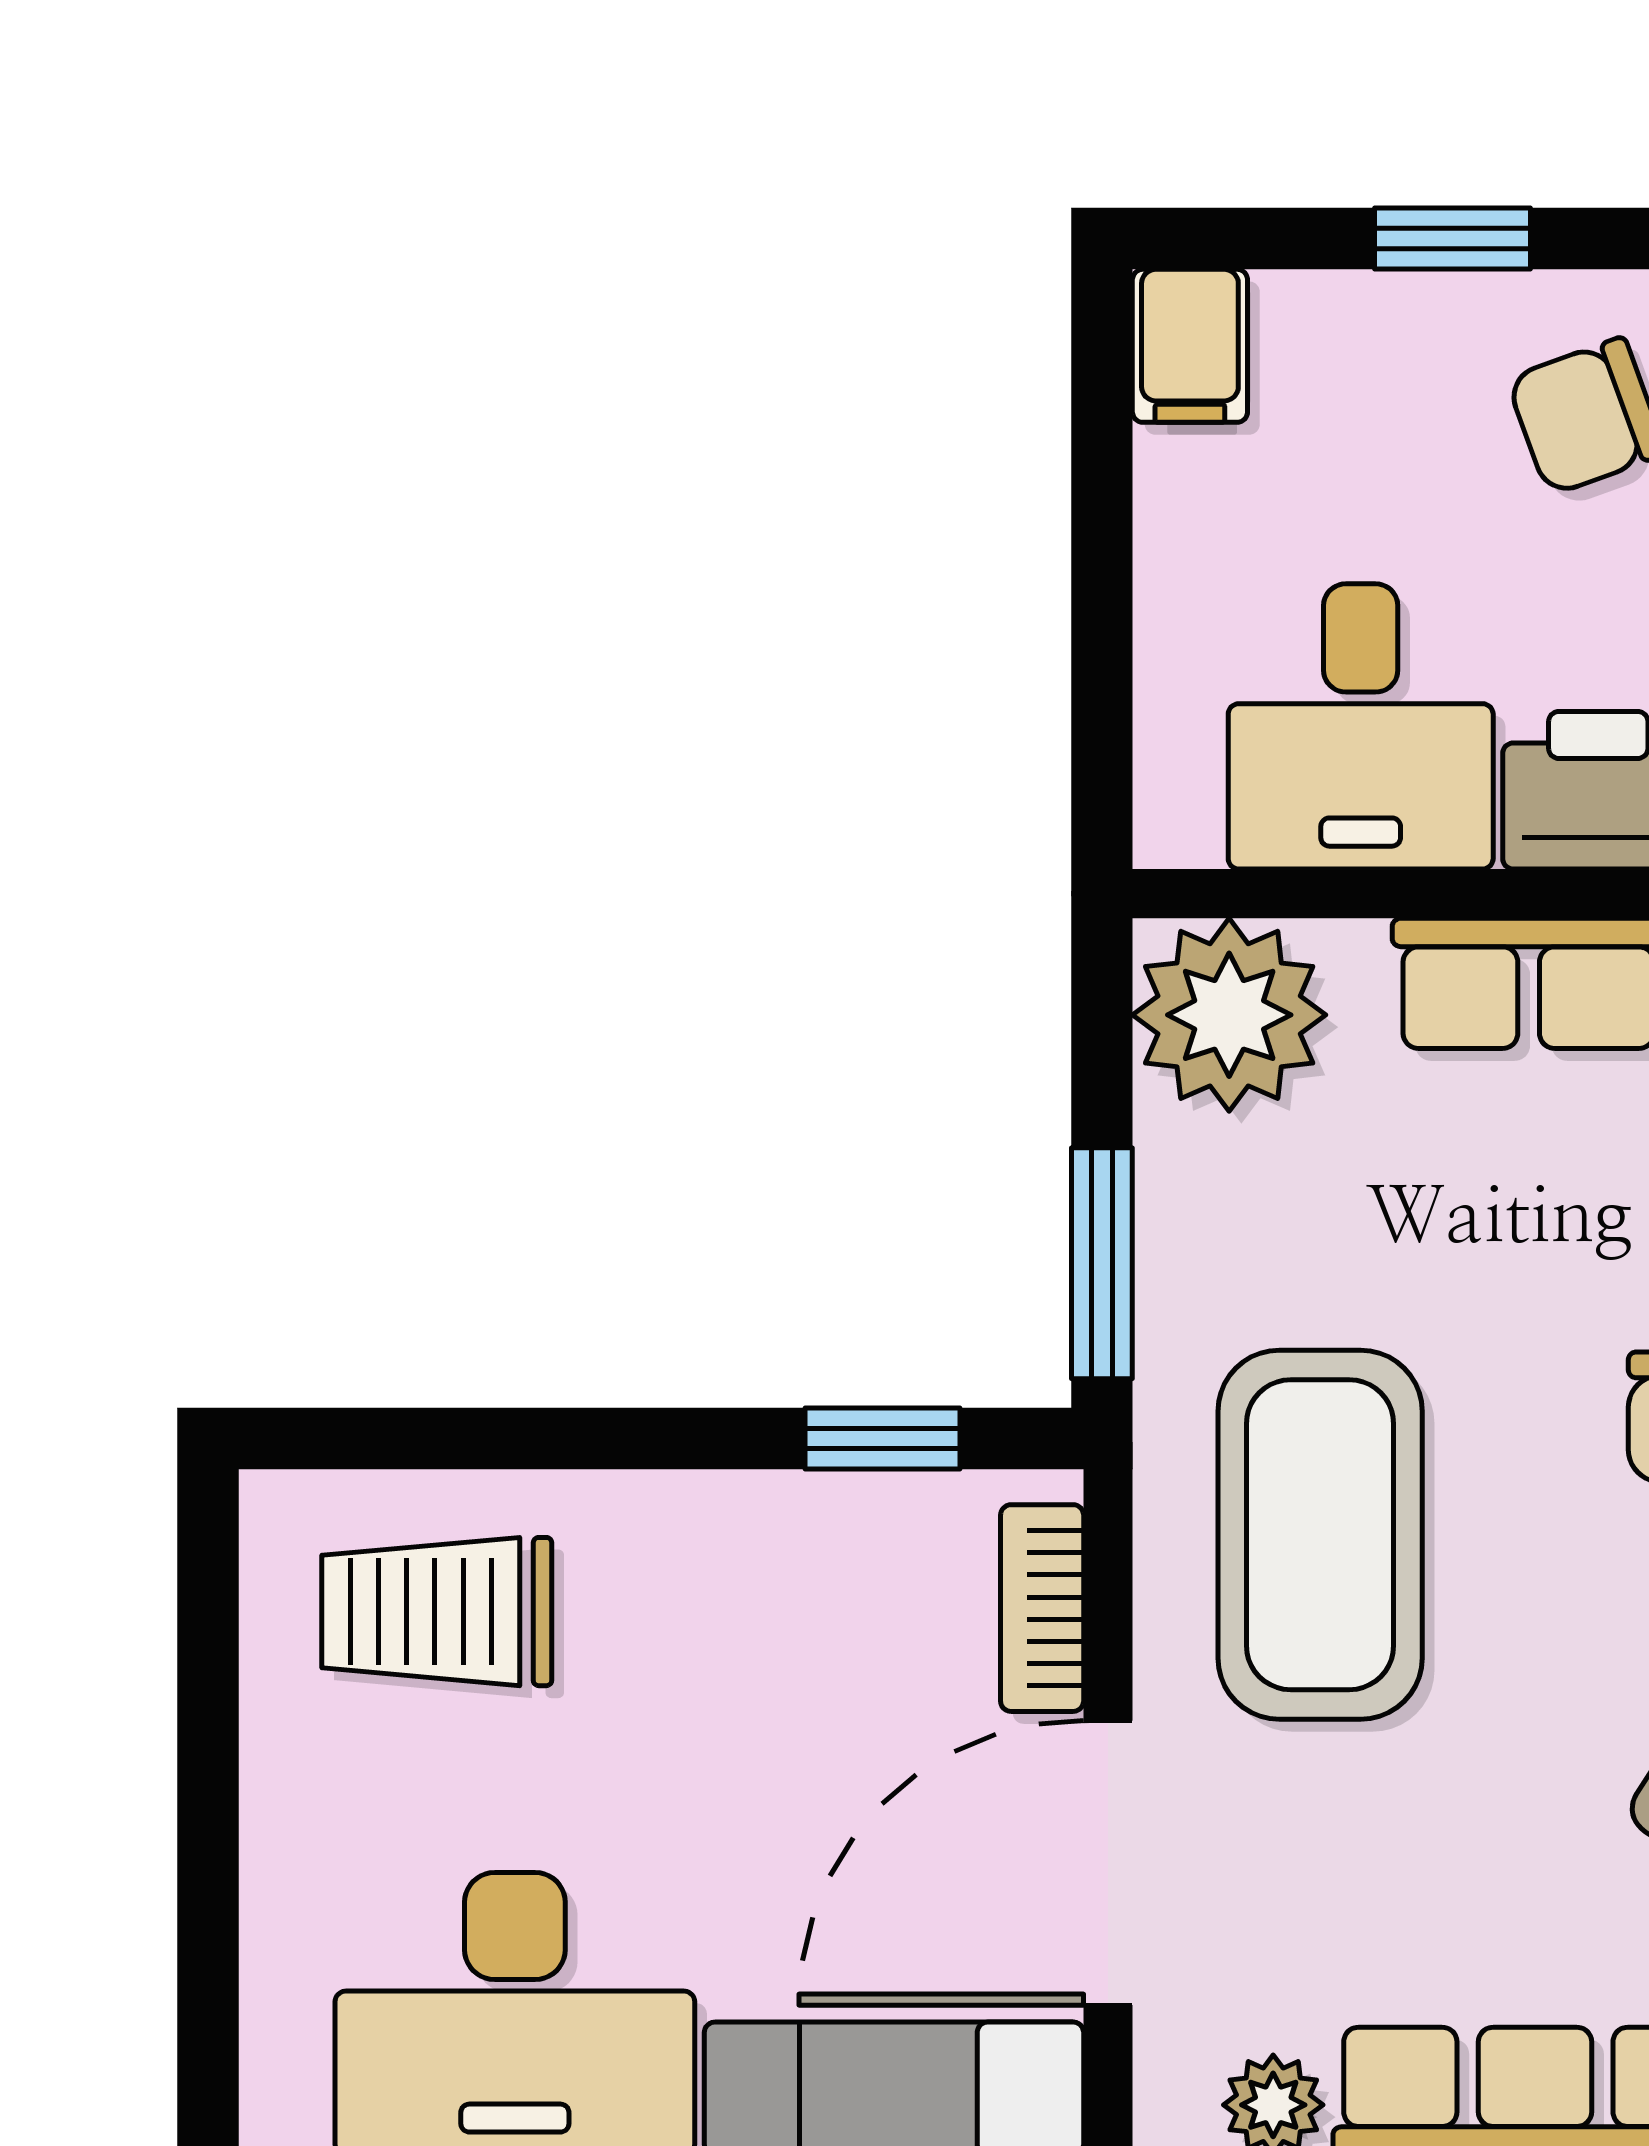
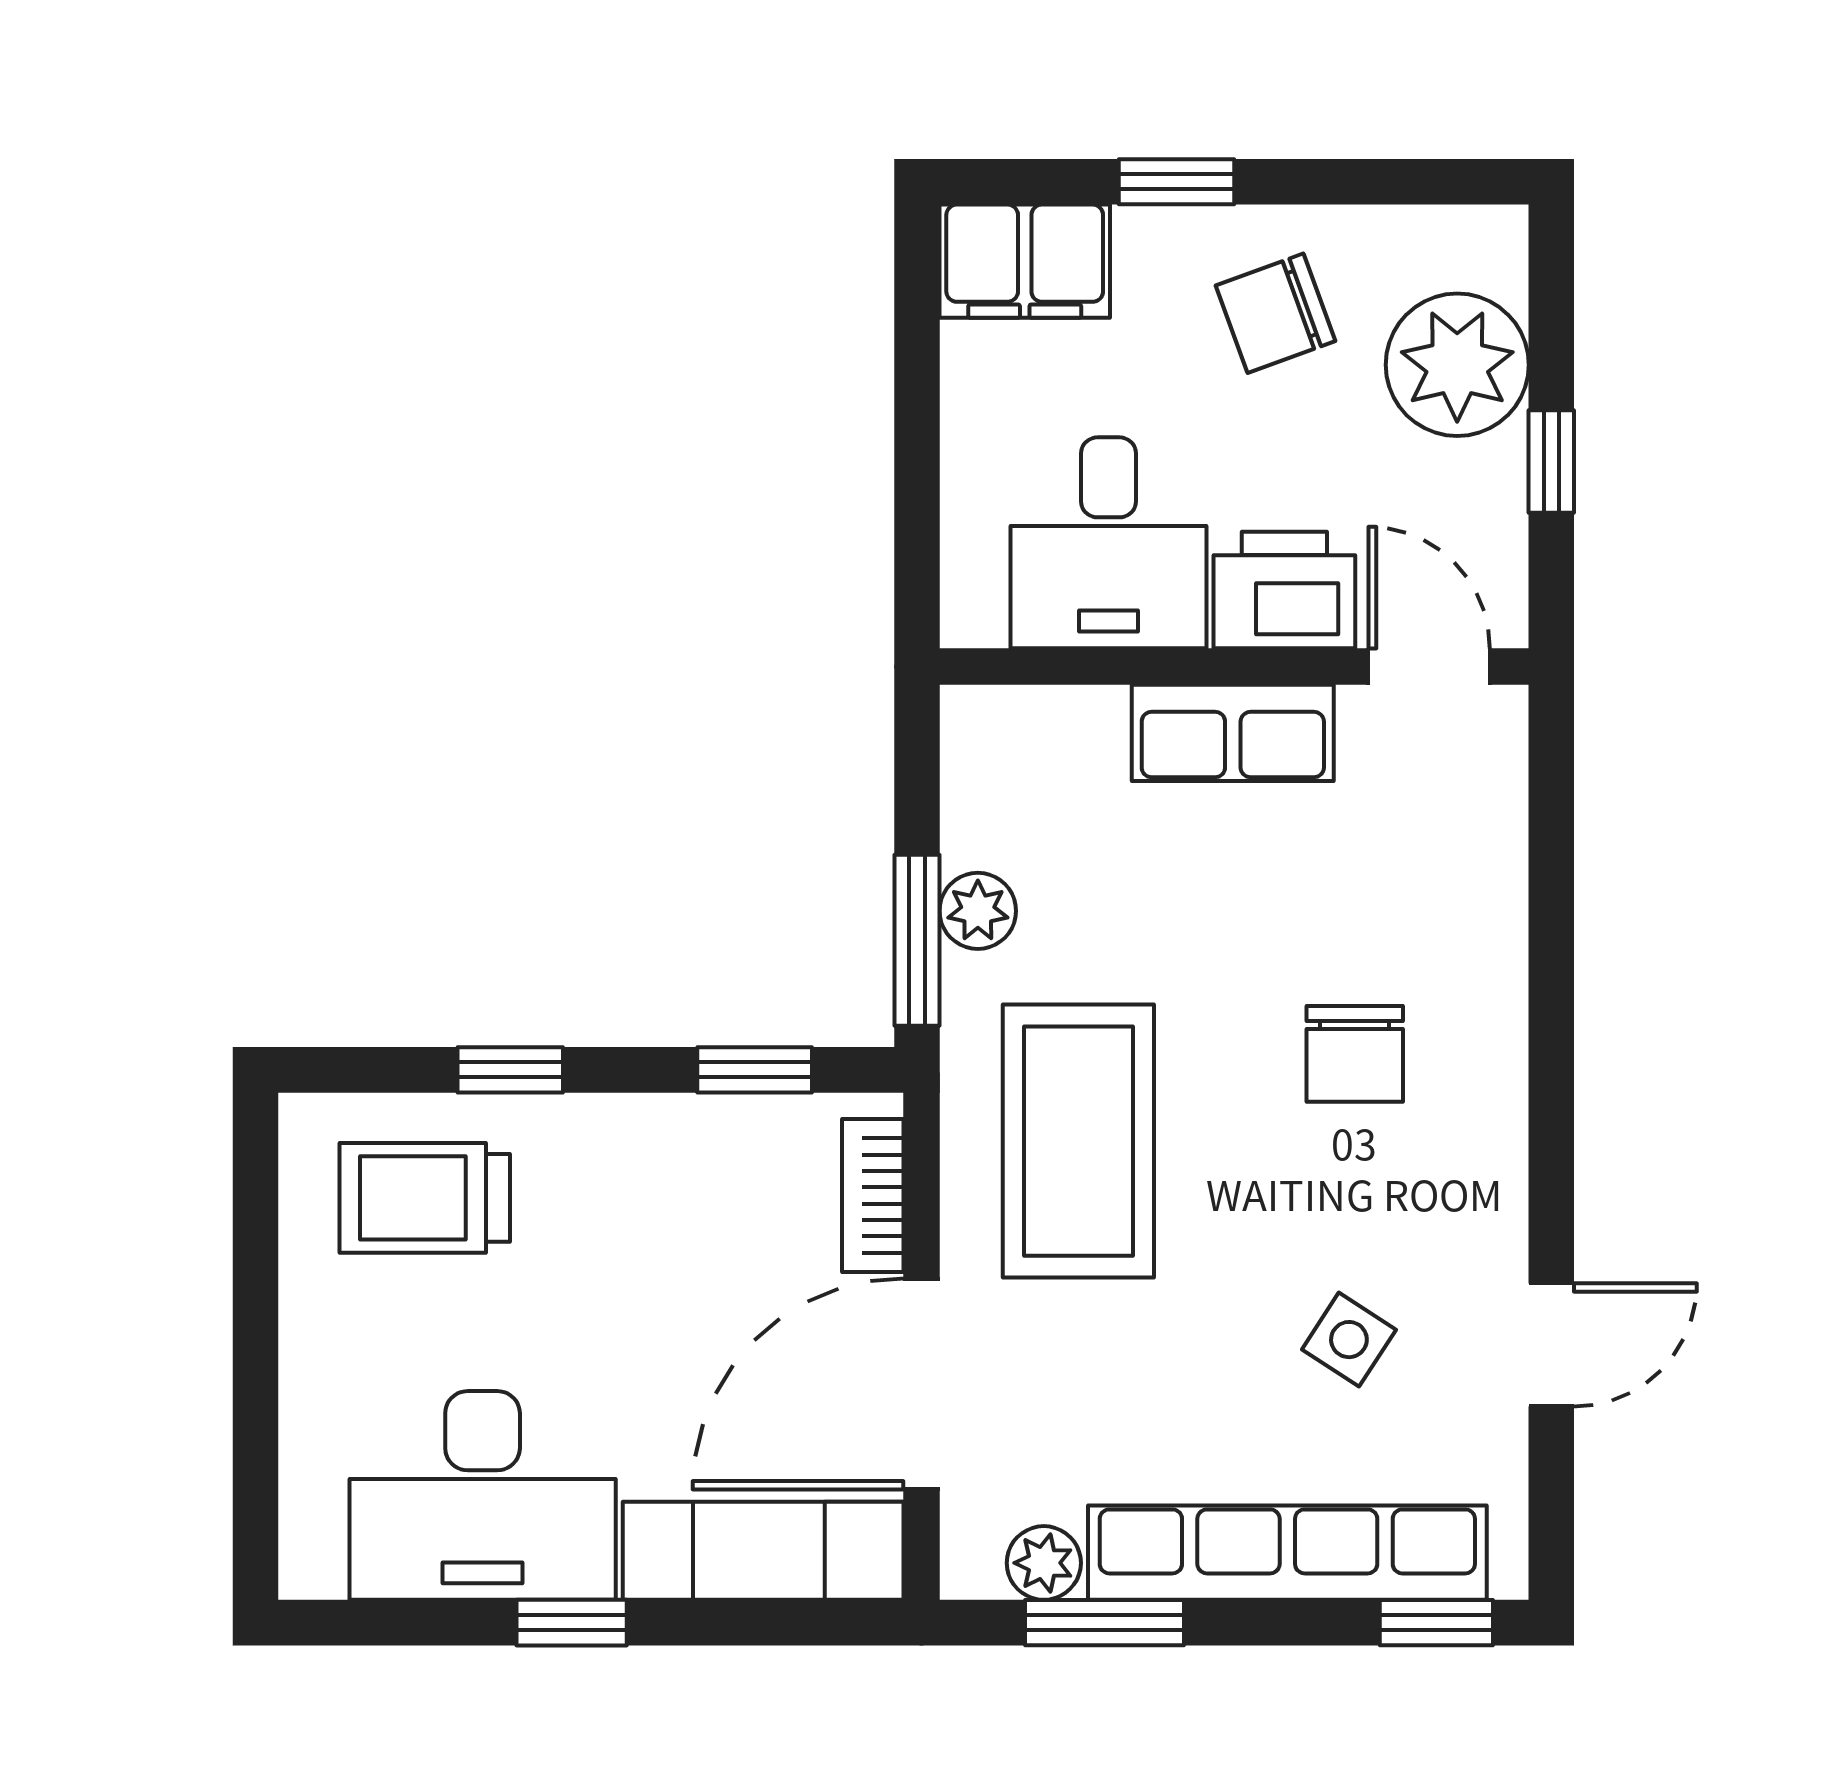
filing cabinet: (1190, 346) -> (1025, 261), width x2.00
plant: (1229, 1015) -> (978, 911), moved, width x0.53, depth x0.53
window: (552, 1438) -> (510, 1070), added

